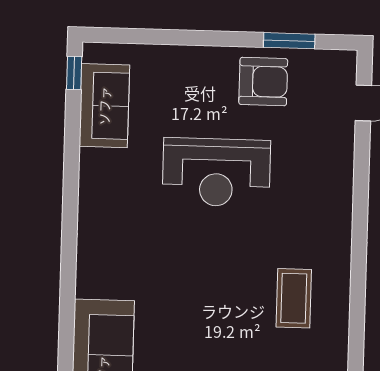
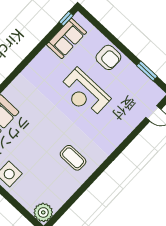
armchair: (263, 82) -> (108, 57), moved
coffee table: (294, 298) -> (73, 158), turned 90

